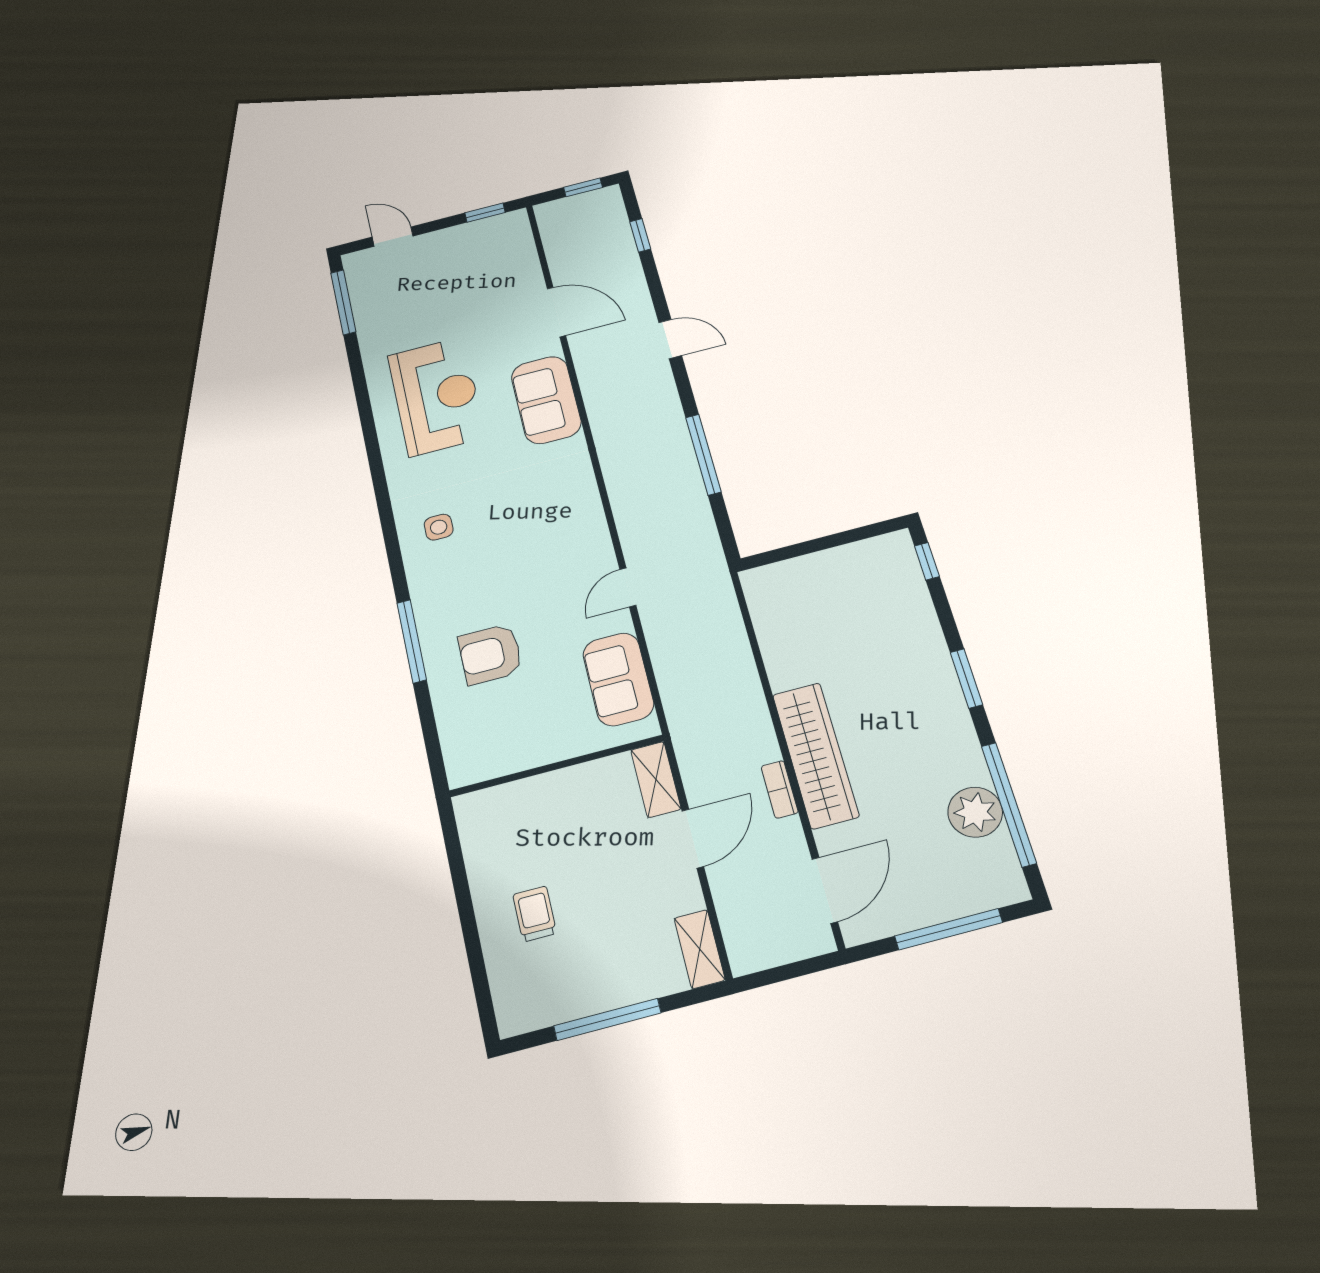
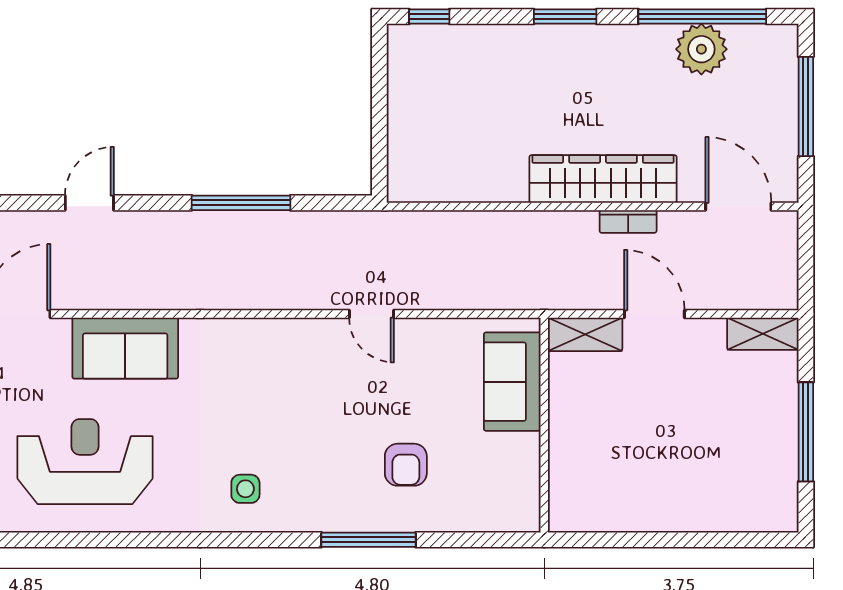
armchair: (490, 654) -> (406, 465), width x0.72, depth x0.72
sofa: (618, 679) -> (512, 382), moved, turned 90
trolley: (535, 914) -> (687, 477), removed

